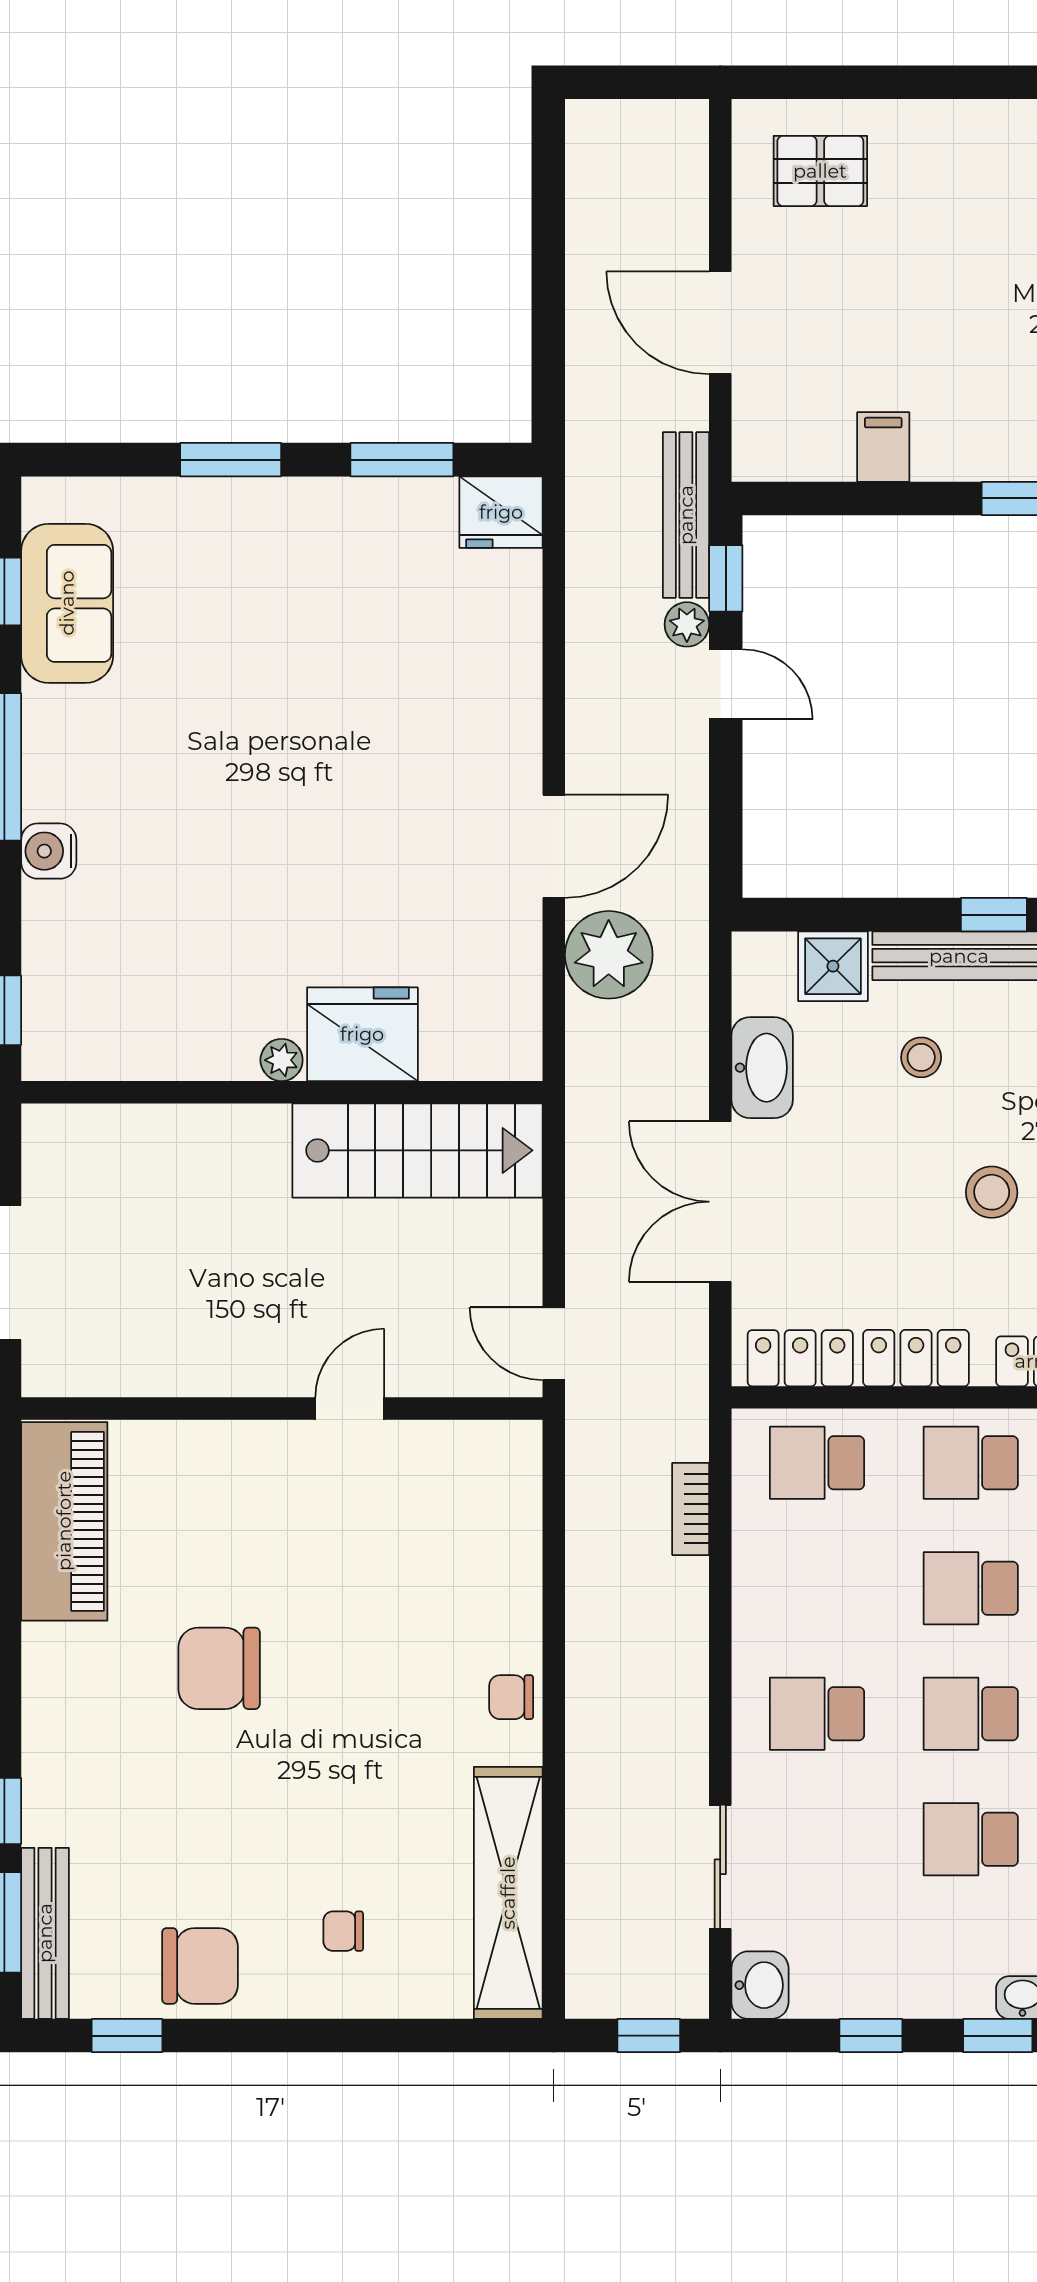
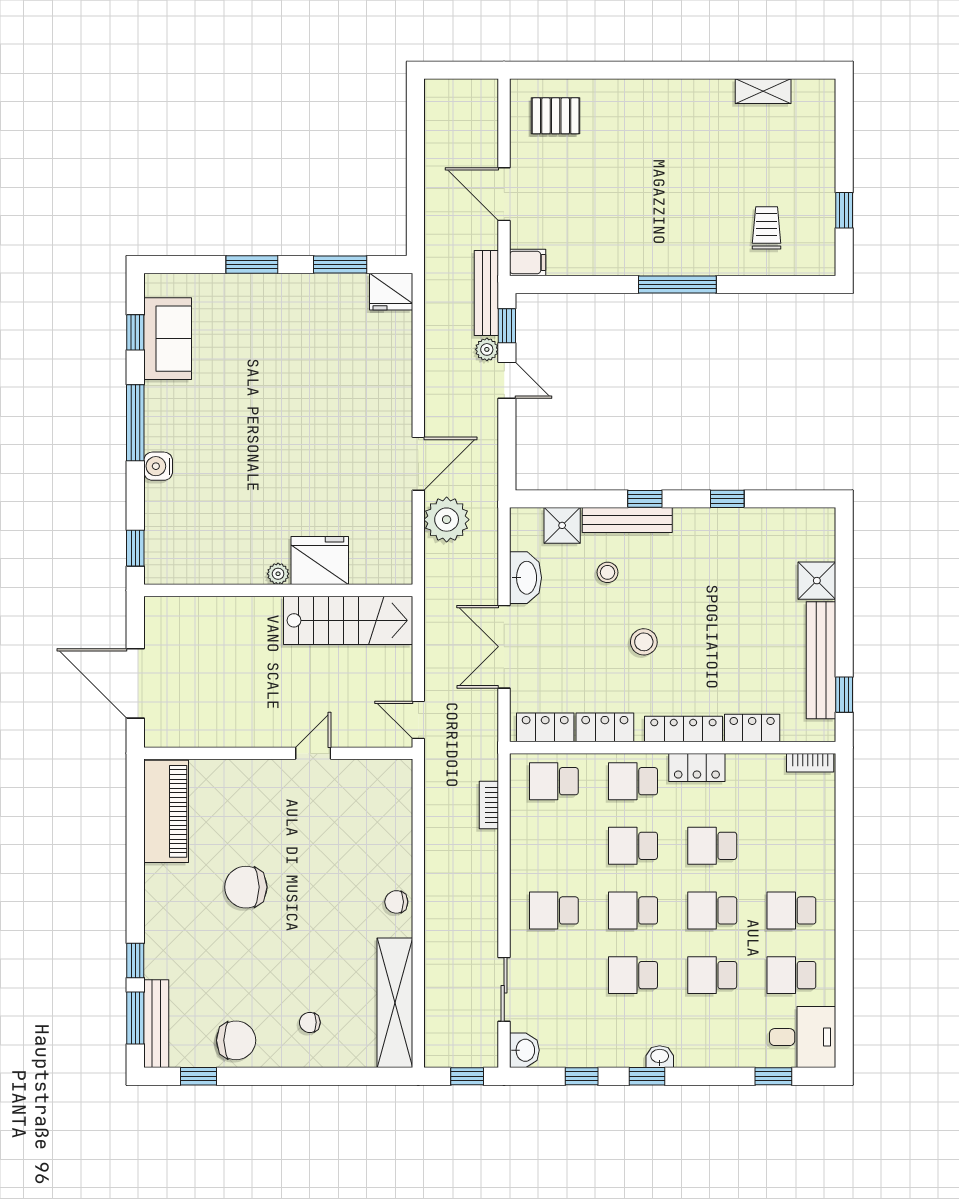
filing cabinet: (883, 447) -> (528, 262), moved, turned 90

